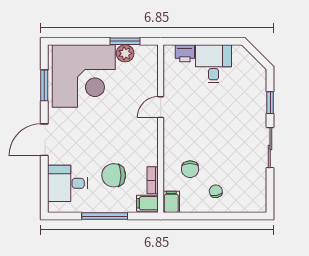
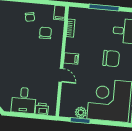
door: (161, 107) -> (61, 75), hinge flipped
chair: (114, 175) -> (111, 59), moved
filing cabinet: (147, 203) -> (71, 59), moved

